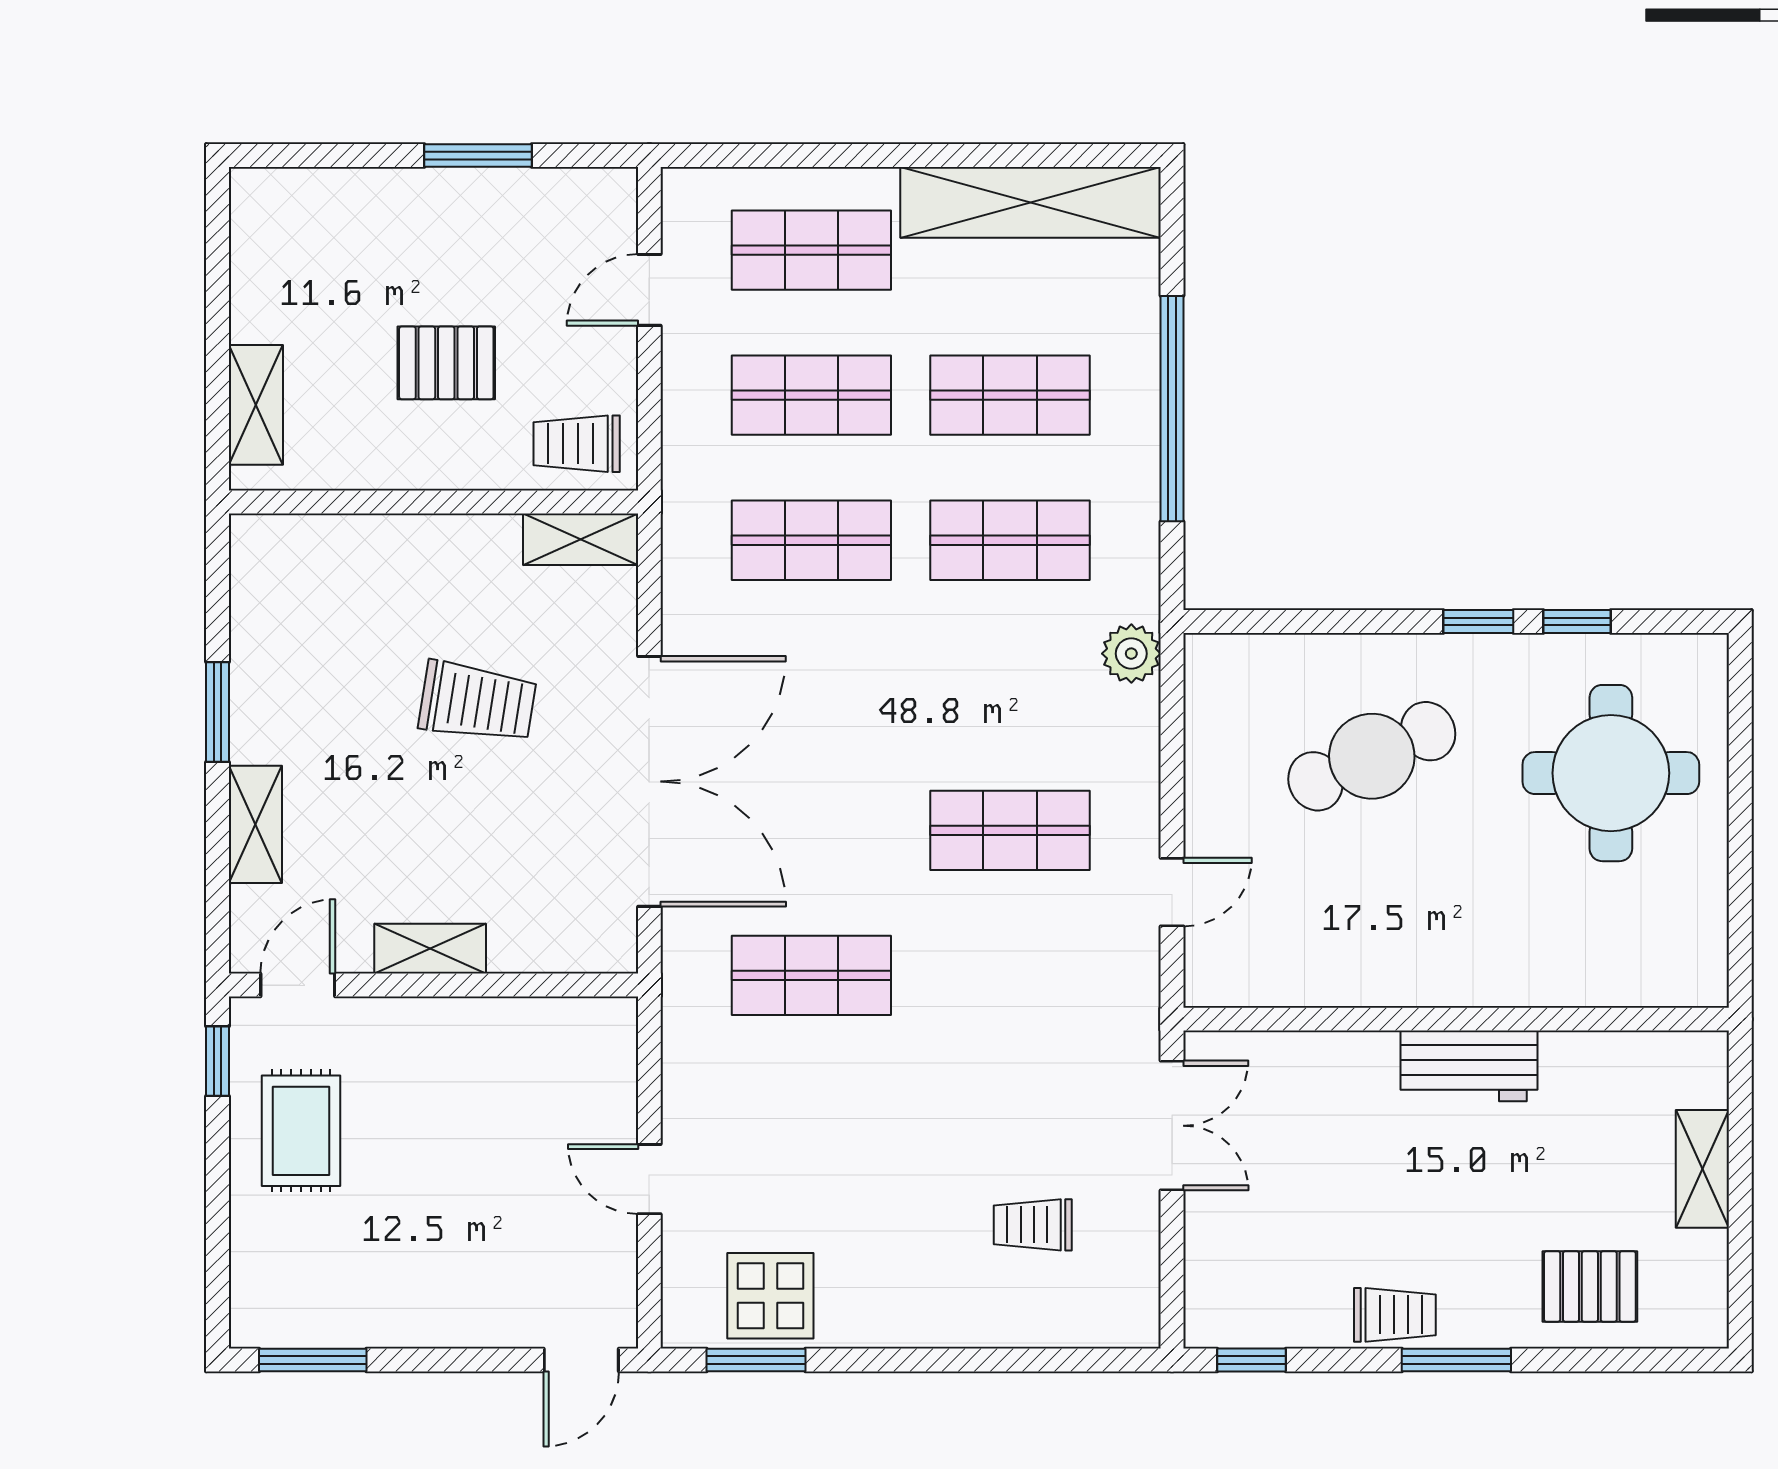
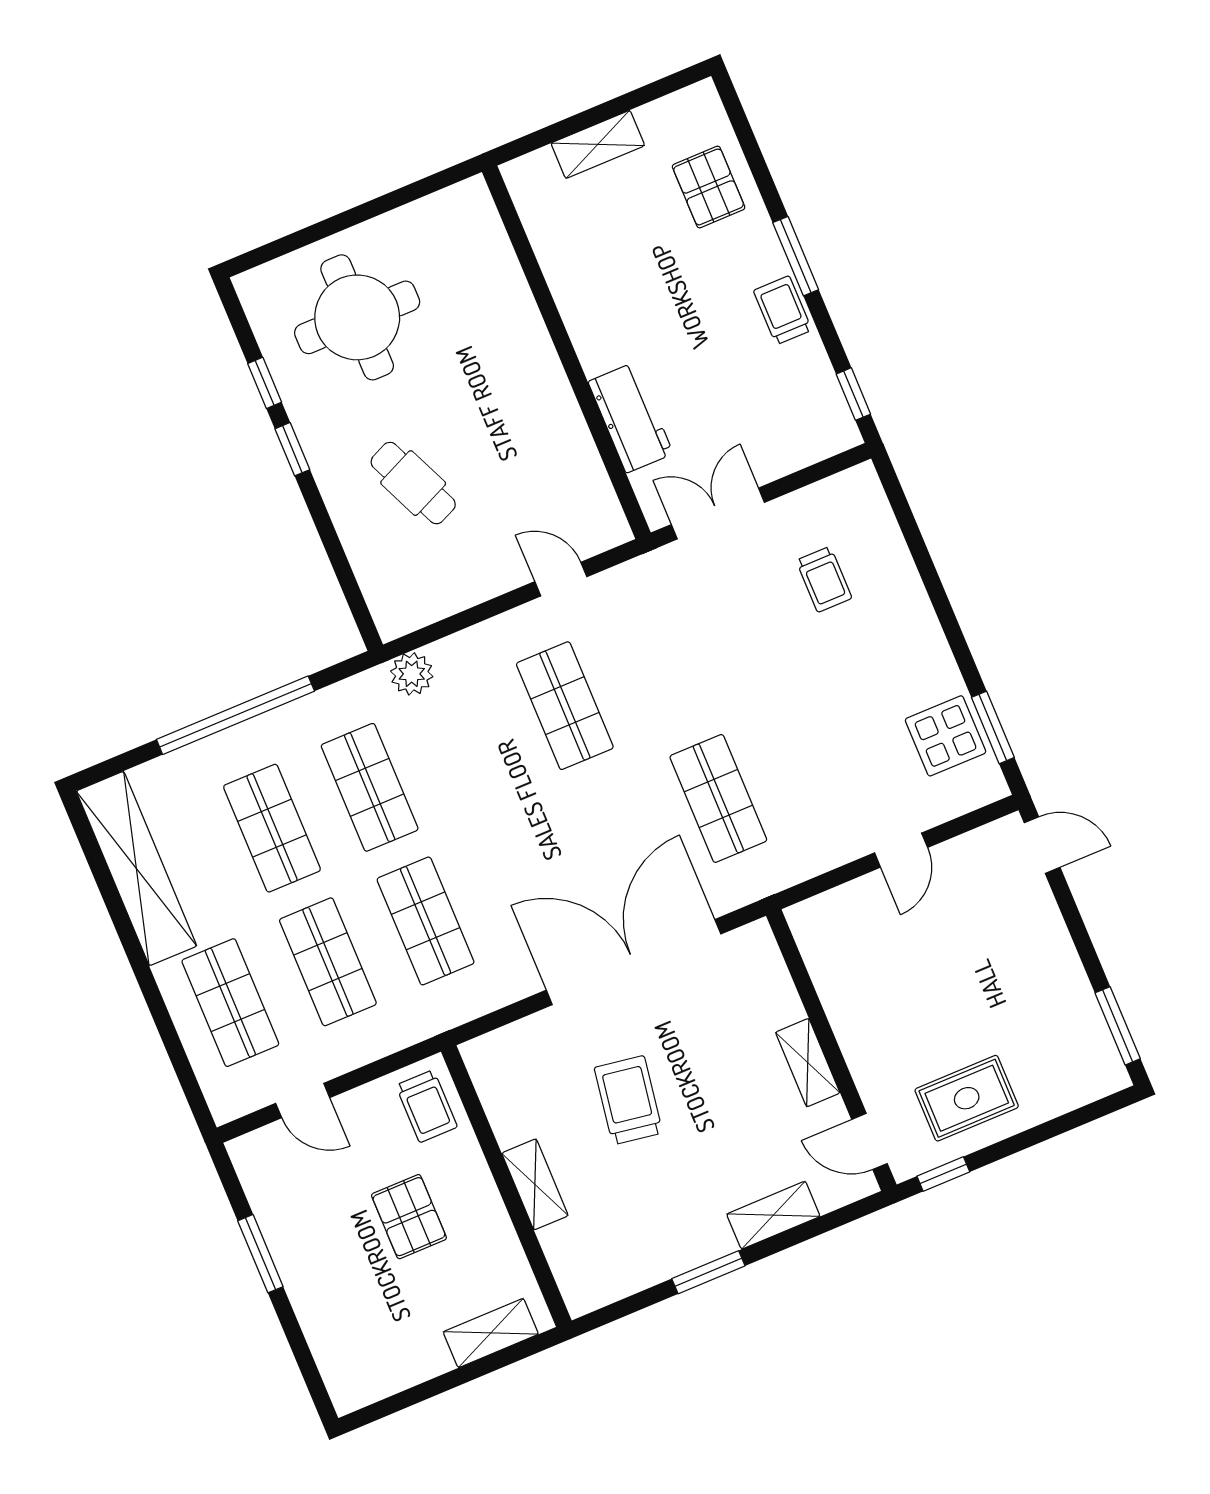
shelving: (581, 539) -> (535, 1184), moved
cafe table: (1372, 756) -> (413, 483), width x0.73, depth x0.74
workbench: (1469, 1066) -> (631, 418), moved

